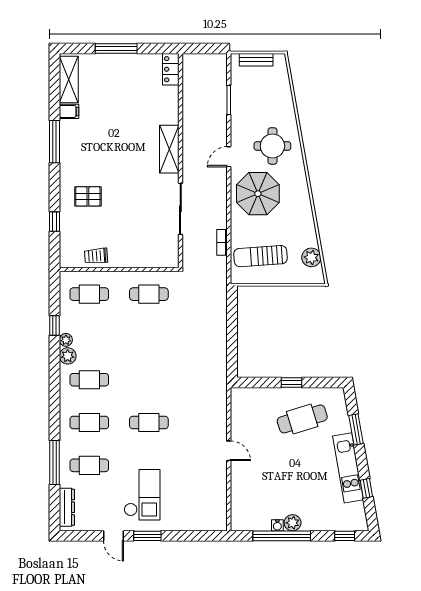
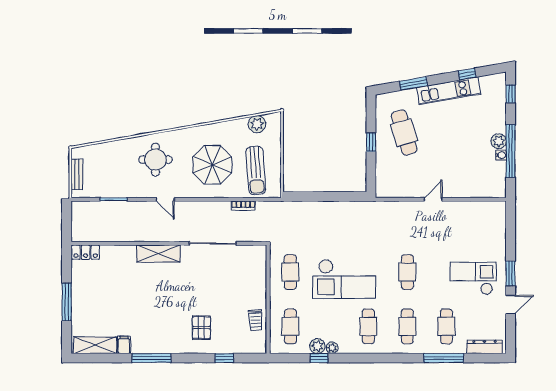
parasol: (258, 194) -> (212, 165), moved
checkout: (141, 353) -> (344, 279), added
plant: (68, 356) -> (317, 346), moved

